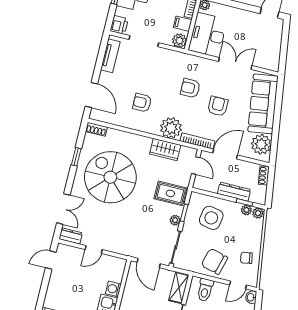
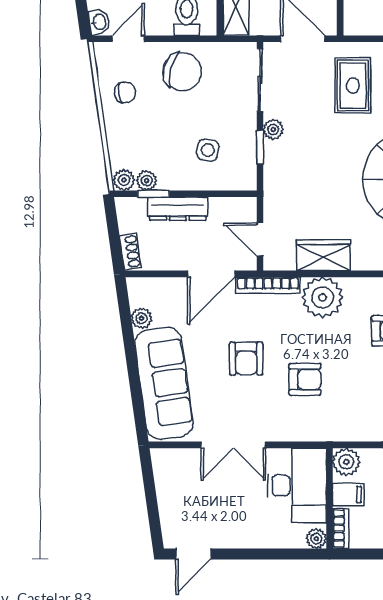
plant: (261, 144) -> (141, 318), width x0.53, depth x0.53
rug: (170, 193) -> (353, 86), moved, turned 90
side table: (211, 218) -> (208, 150), width x0.54, depth x0.54

